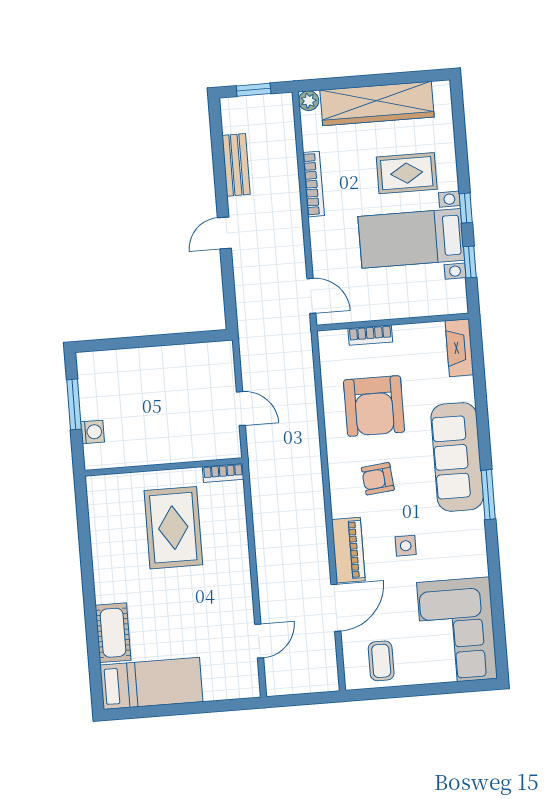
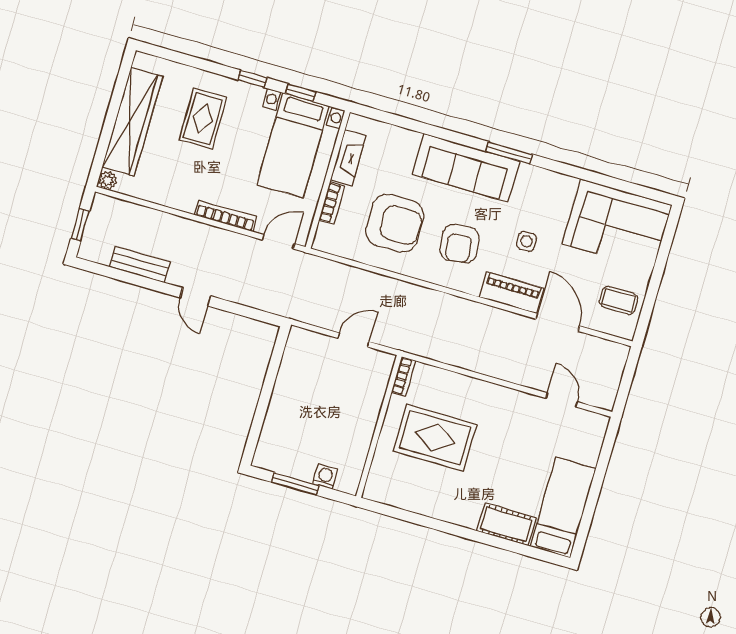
bookcase: (314, 184) -> (226, 216), moved
bed with nightstands: (411, 238) -> (293, 145), moved
fireplace: (459, 348) -> (348, 158), moved, turned -90
armchair: (378, 479) -> (459, 244), width x1.38, depth x1.38

